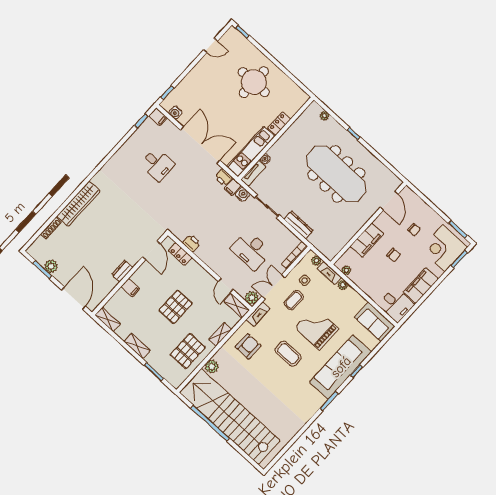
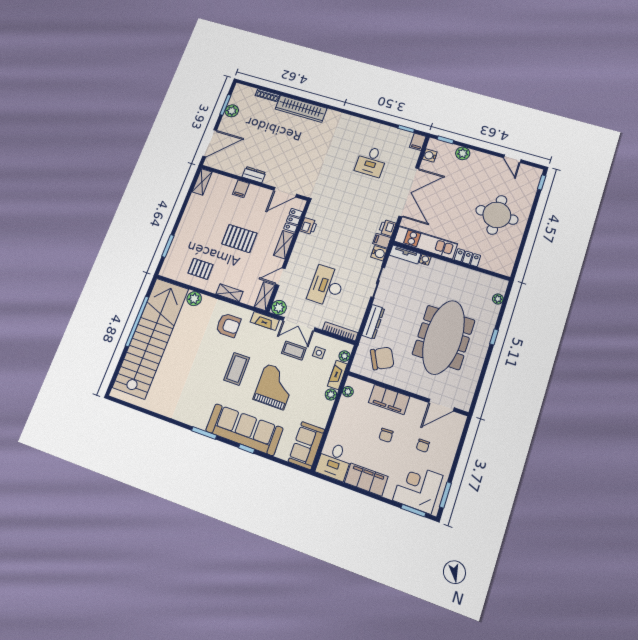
plant: (186, 84) -> (463, 153), added
chair: (332, 231) -> (382, 358), added
double door: (273, 287) -> (299, 324), swing flipped
shelving: (137, 346) -> (284, 245), moved
pallet: (188, 351) -> (200, 269), width x0.67, depth x0.71

